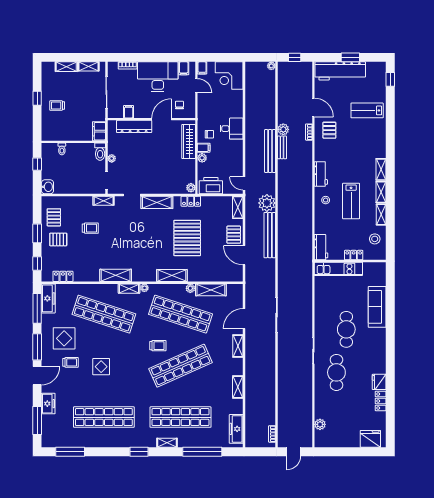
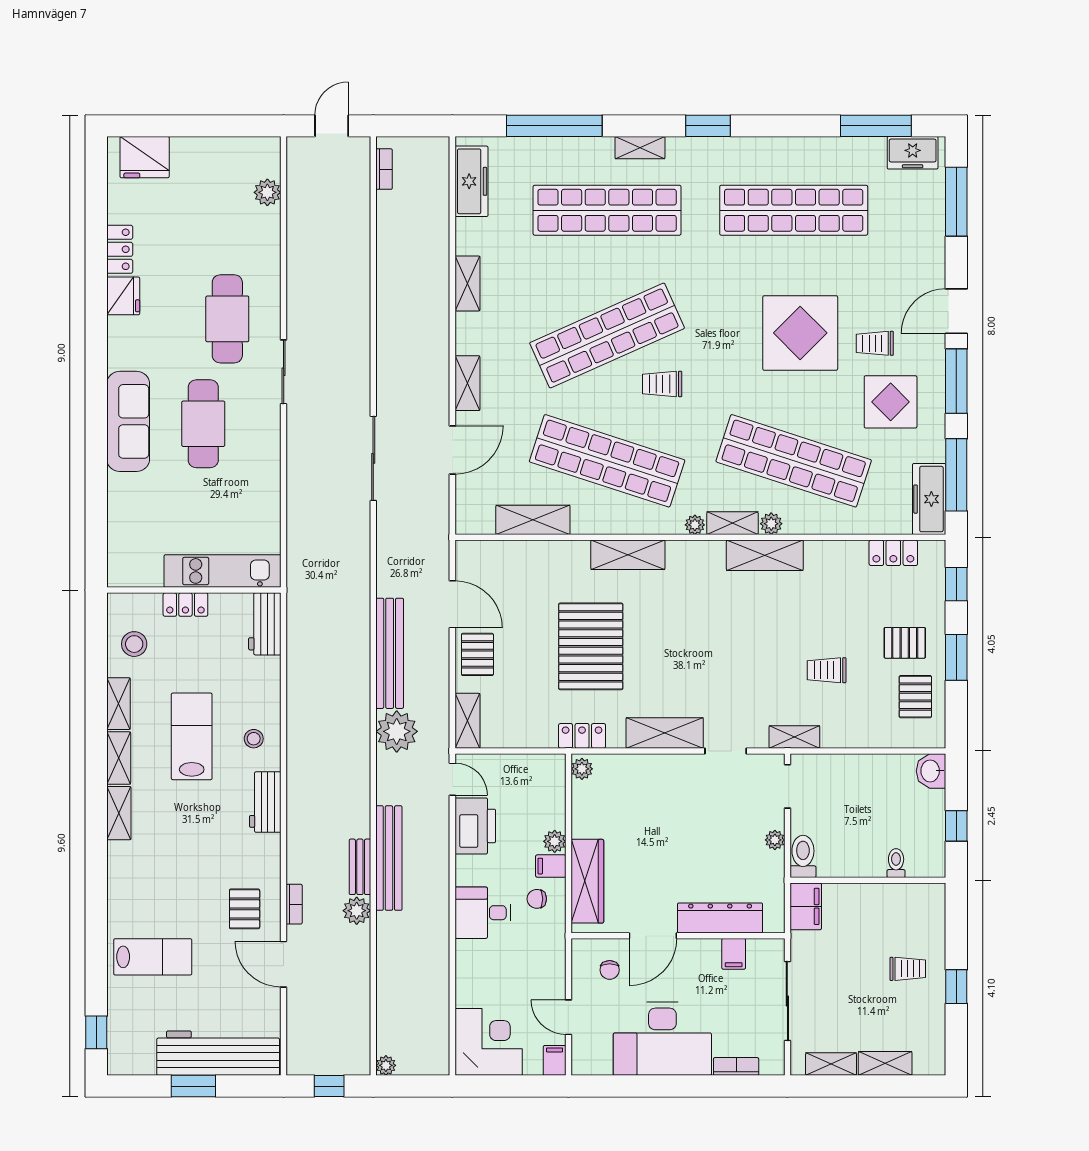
filing cabinet: (184, 68) -> (599, 1059), removed
printer: (211, 186) -> (475, 826), moved, turned -90
plant: (190, 288) -> (771, 524), moved
sofa: (377, 307) -> (128, 421), moved
display table: (101, 367) -> (800, 333), width x1.86, depth x1.86
freezer: (48, 404) -> (913, 153), moved, turned -90

